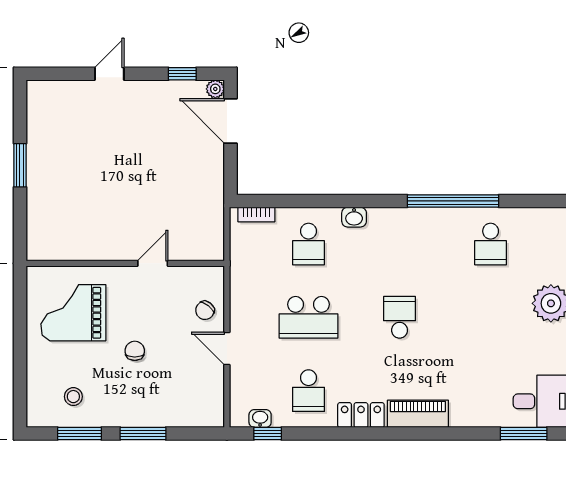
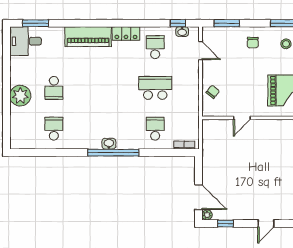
window: (453, 201) -> (113, 153), moved
washbasin: (354, 217) -> (109, 144), moved
school desk: (400, 317) -> (54, 88), moved
door: (227, 349) -> (201, 51), moved
chair: (135, 351) -> (253, 43), moved
piano: (418, 414) -> (88, 37), width x1.37, depth x1.33
window: (143, 434) -> (227, 23), moved

